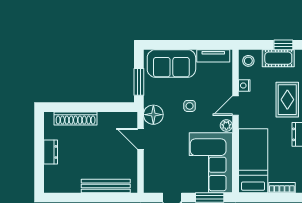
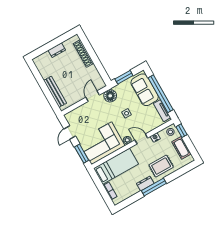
window: (189, 45) -> (161, 94), added
window: (283, 45) -> (182, 131), moved

